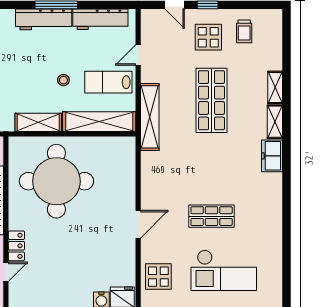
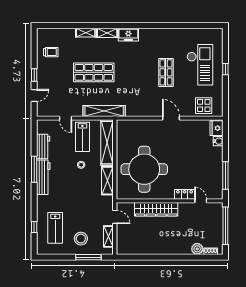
workbench: (100, 19) -> (43, 146), width x0.73
display table: (208, 37) -> (54, 74), removed

